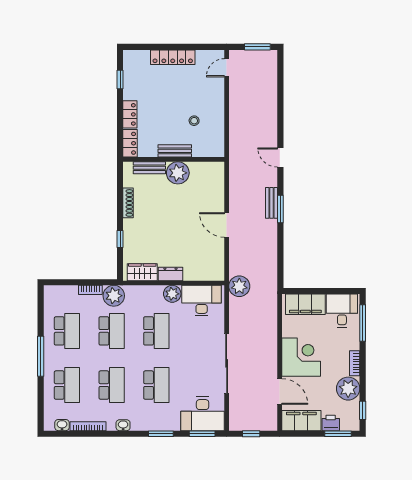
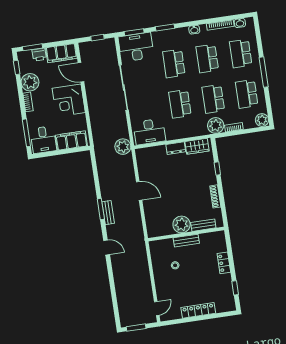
locker: (130, 143) -> (221, 241), removed
plant: (172, 294) -> (262, 120), moved

